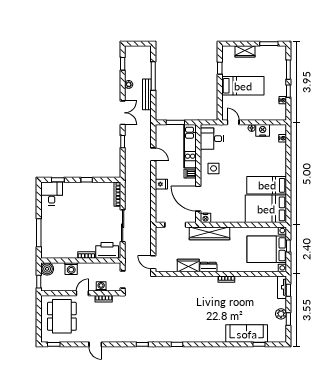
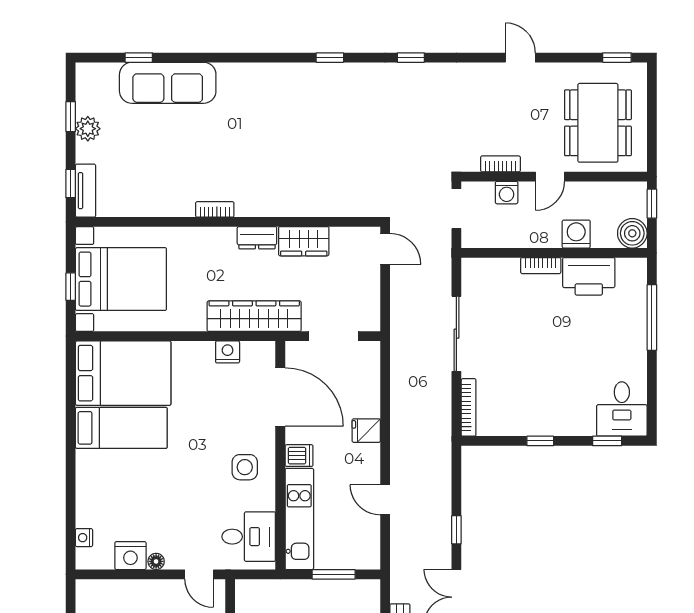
nightstand: (205, 218) -> (228, 352), moved
printer: (107, 250) -> (589, 276), moved

